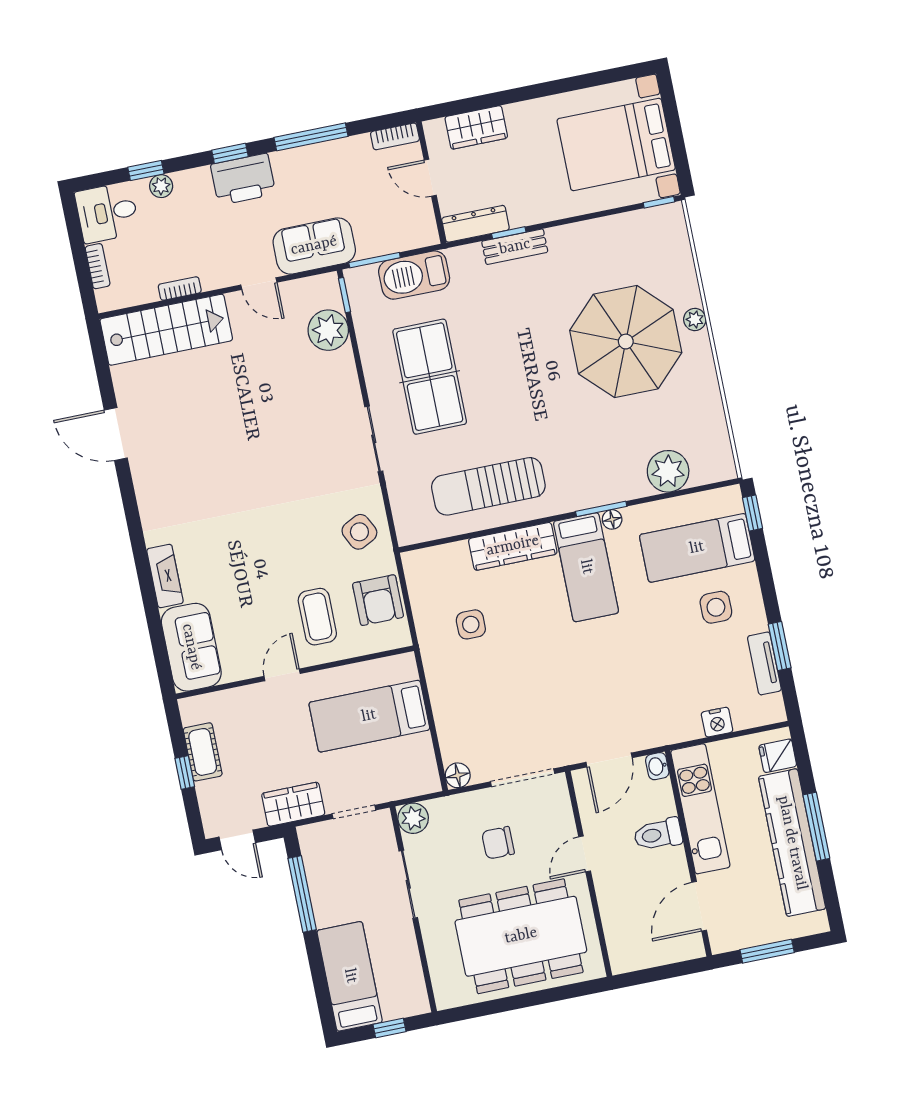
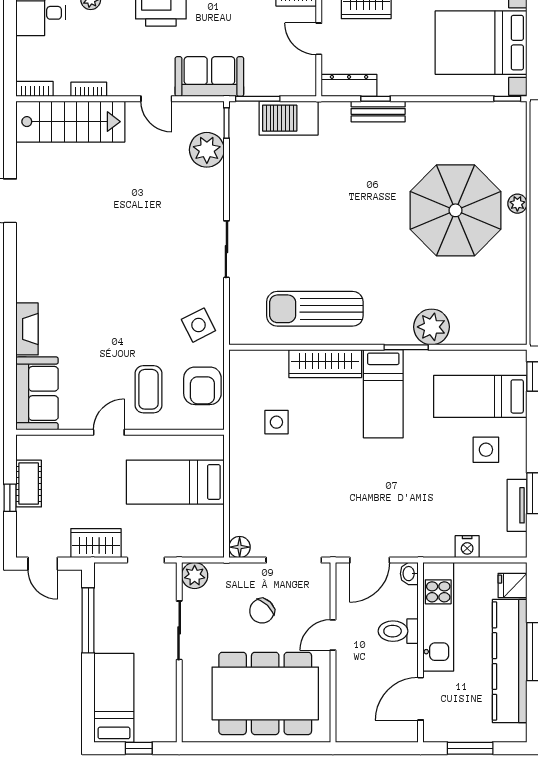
bookcase: (98, 266) -> (35, 89), moved, turned -90
table tennis table: (430, 377) -> (284, 206), removed
plant: (668, 471) -> (432, 327), moved
floor lamp: (612, 519) -> (413, 358), removed
chair: (498, 843) -> (262, 611), turned -46

